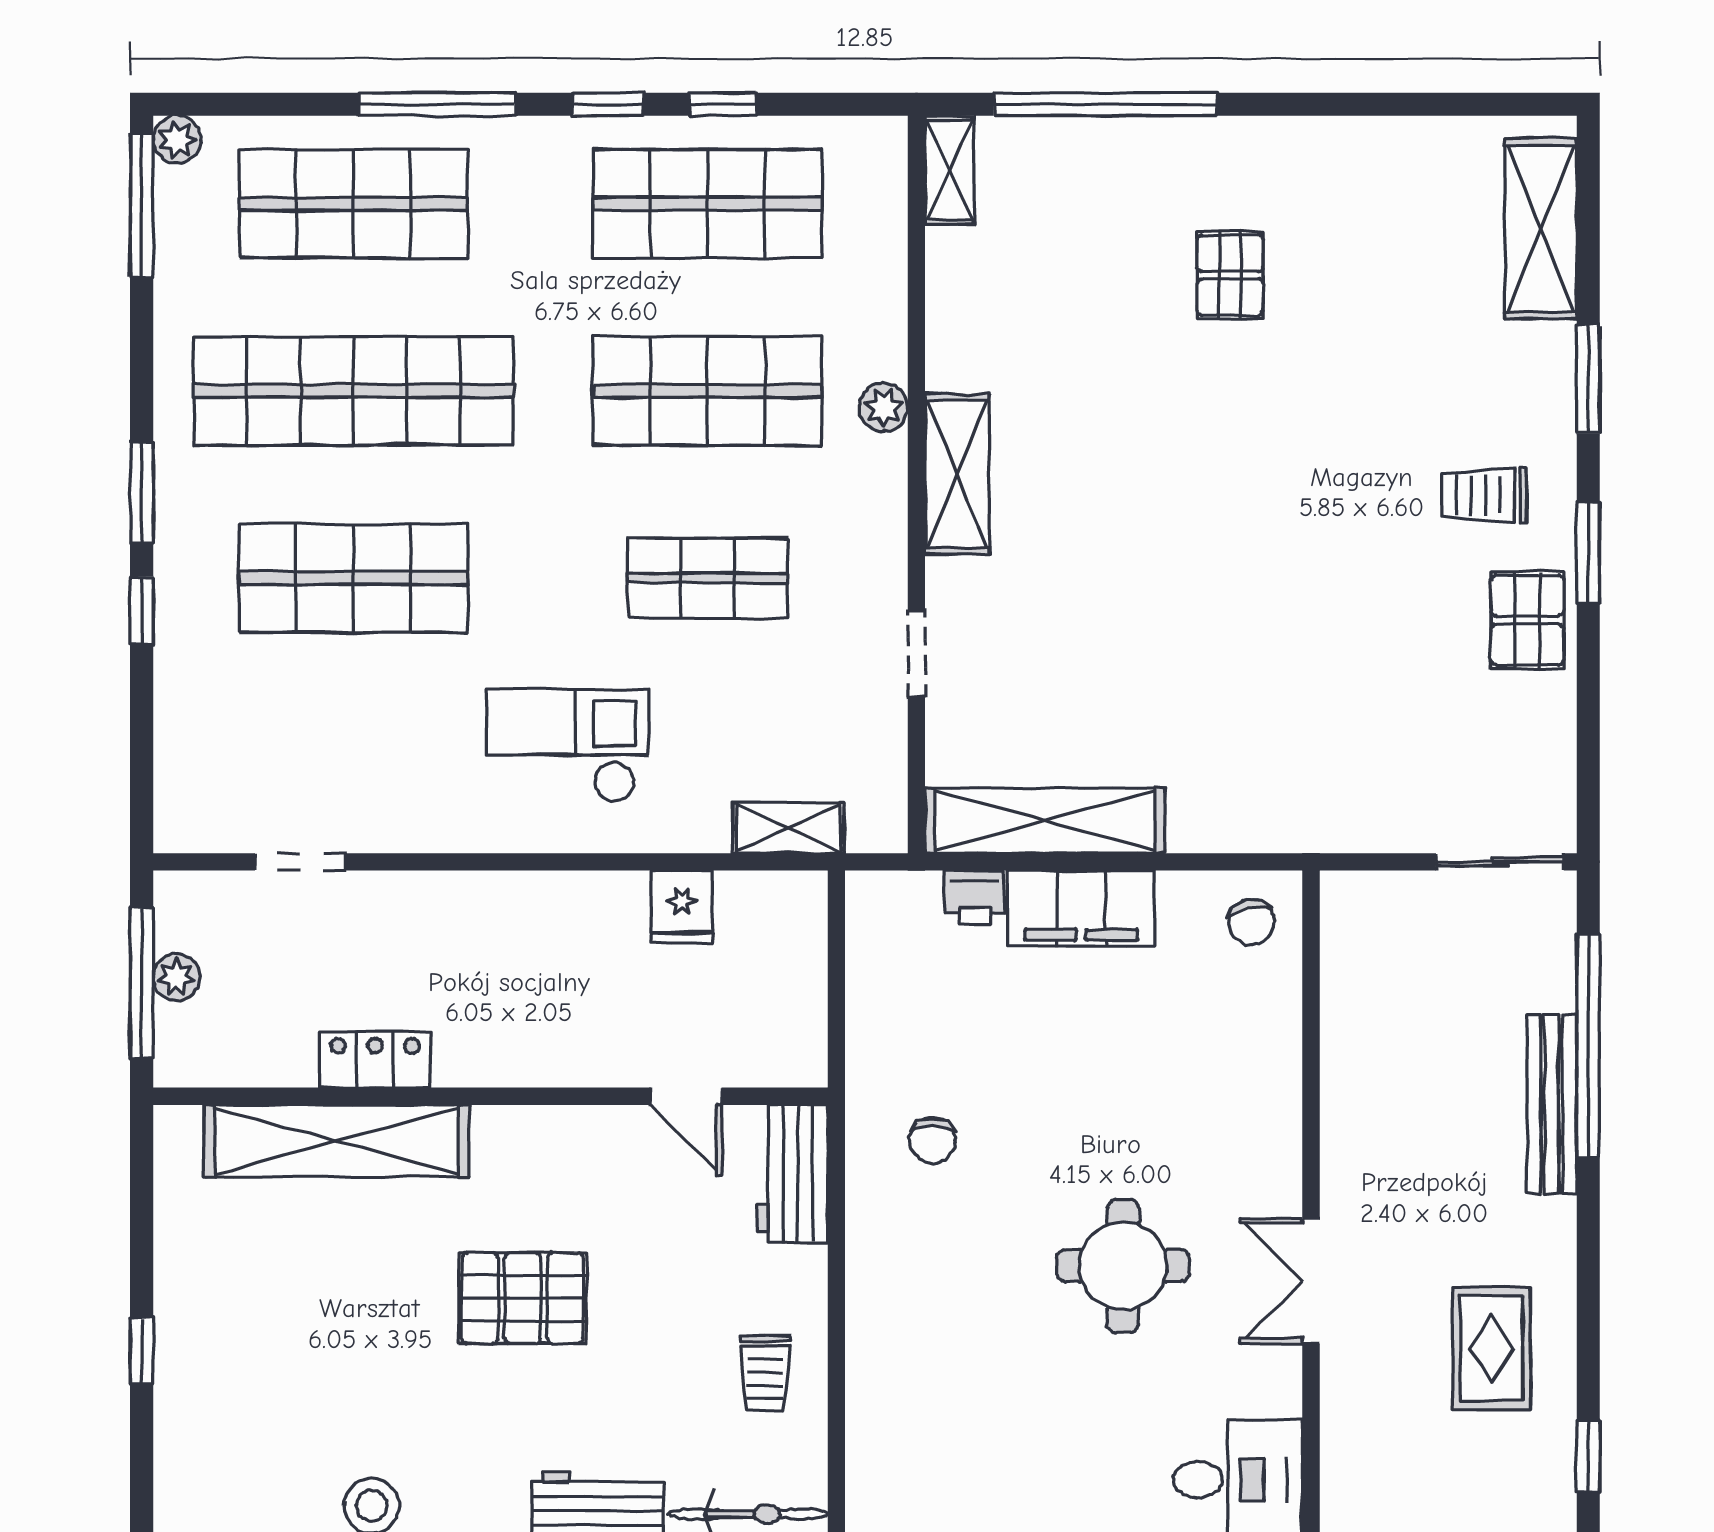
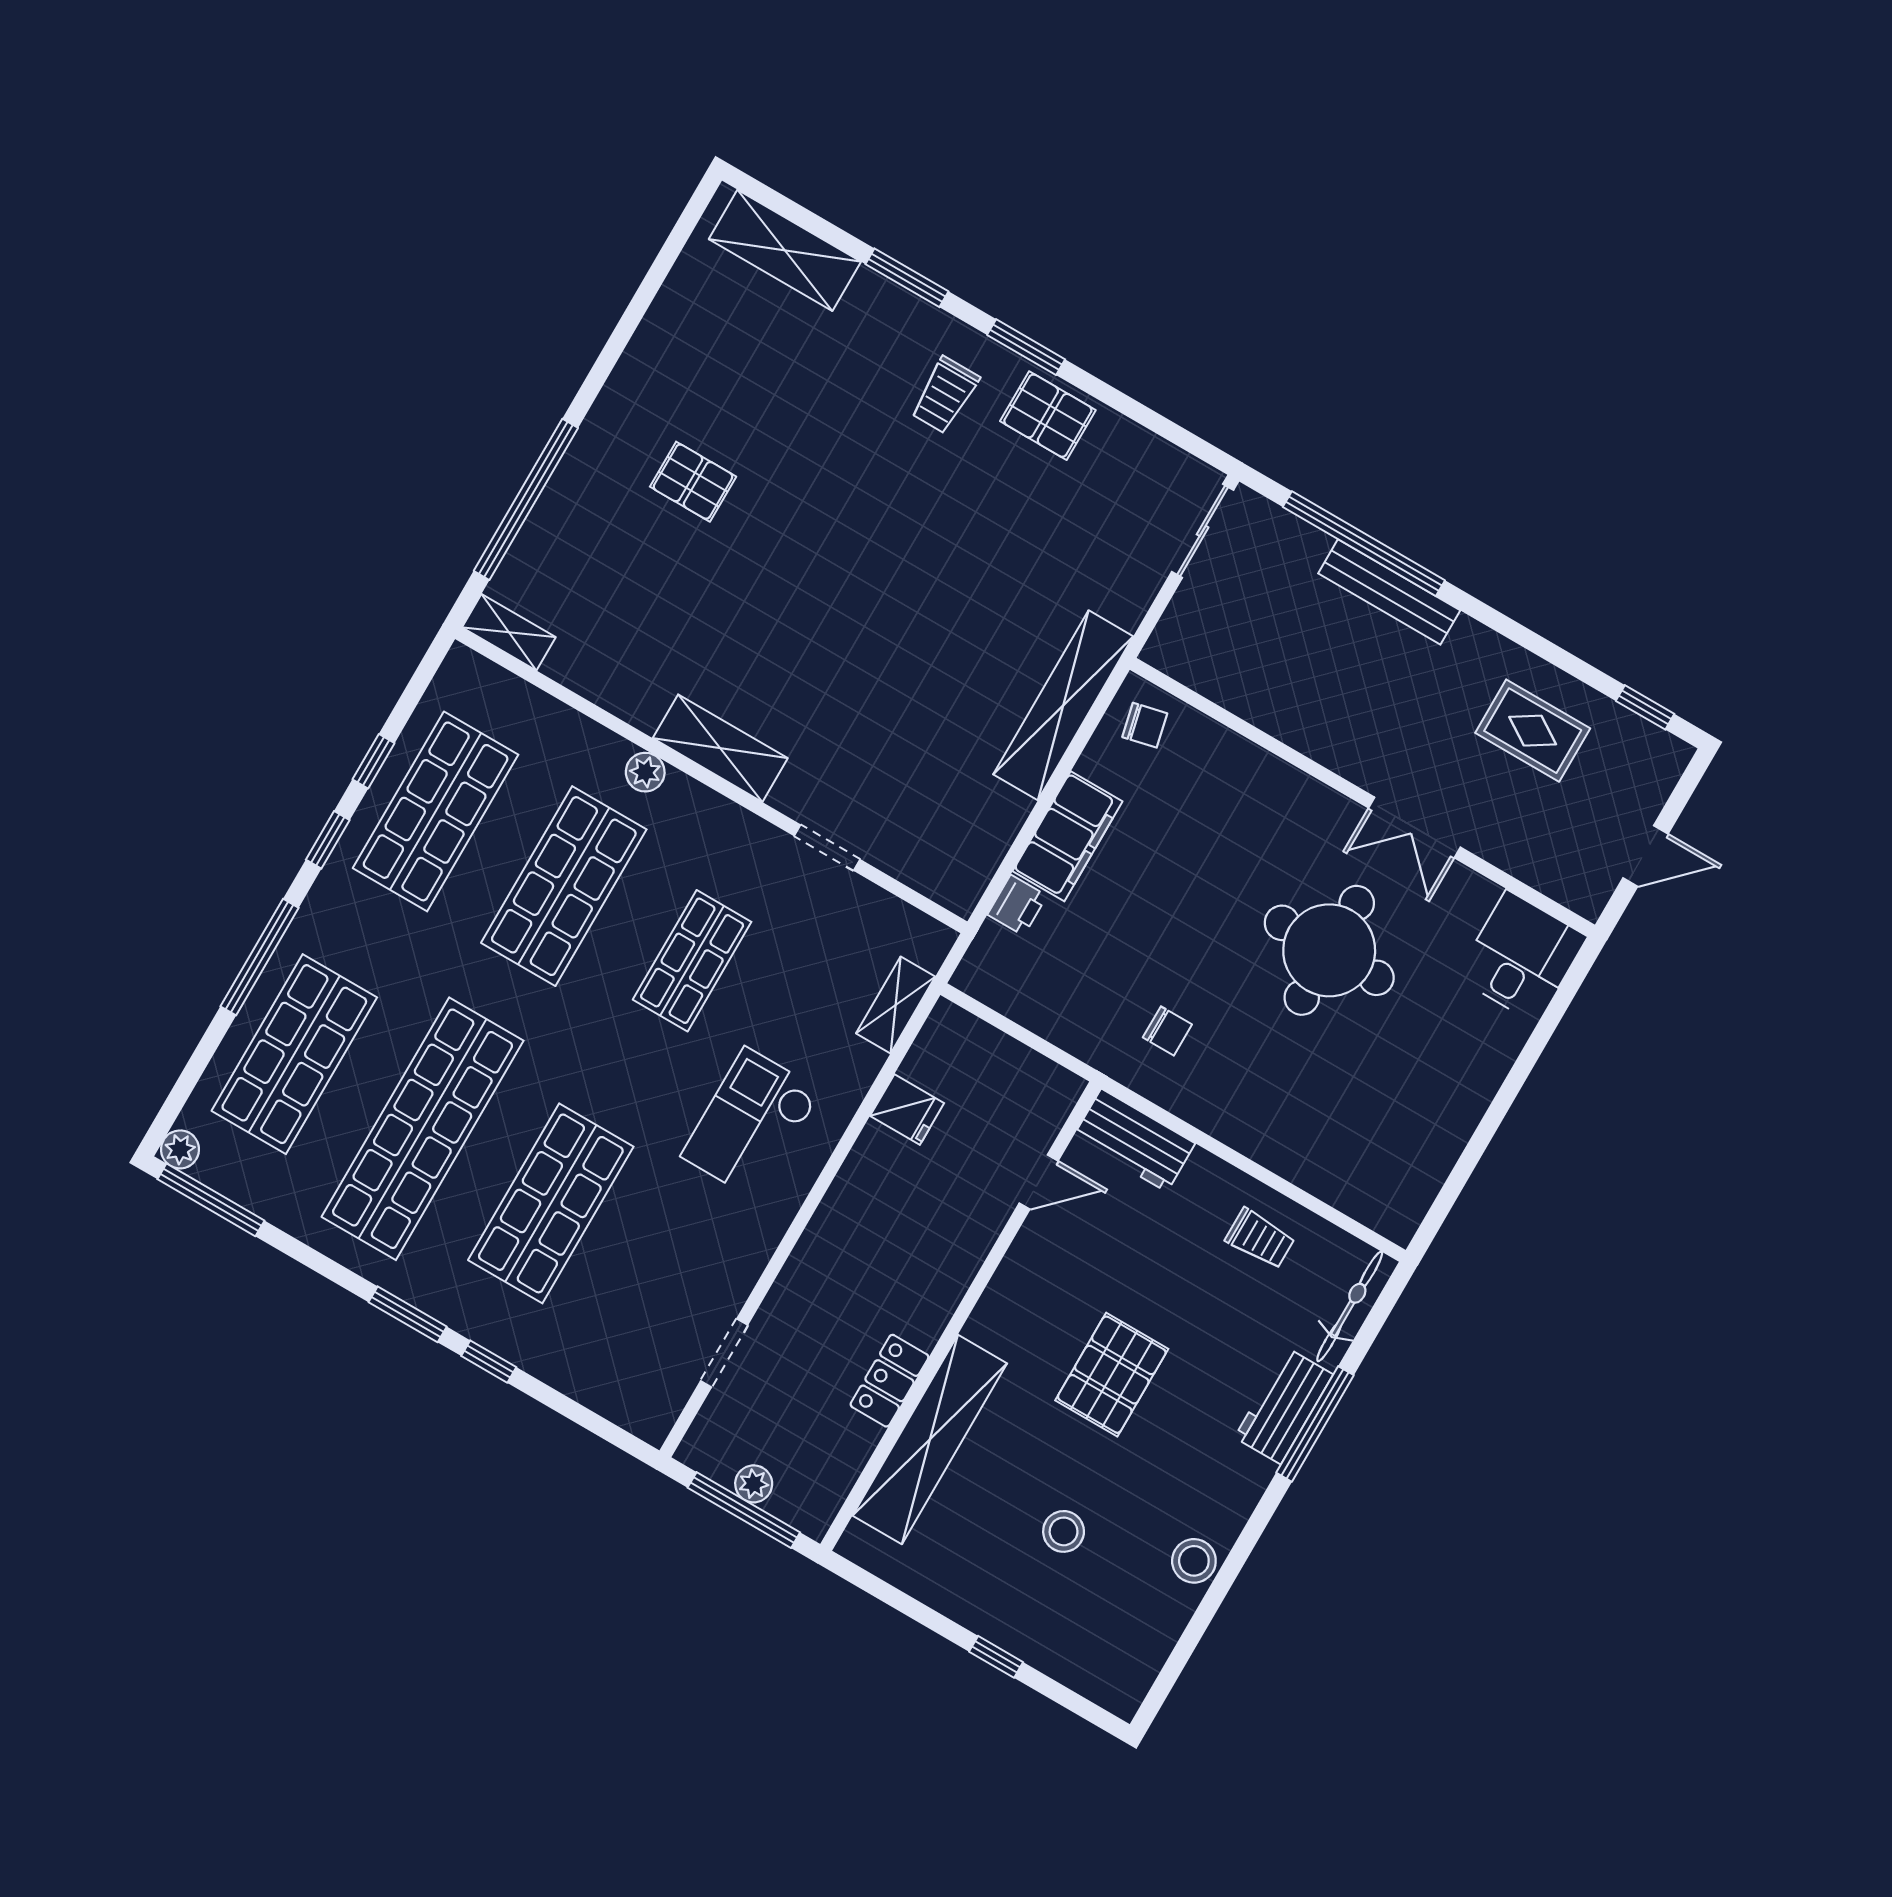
shelving: (1045, 821) -> (1063, 705), moved
round table: (1123, 1266) -> (1329, 950), width x1.36, depth x1.36
stool: (321, 1345) -> (1064, 1531), added

